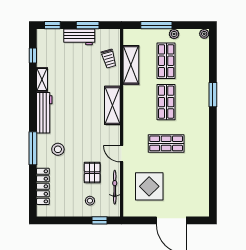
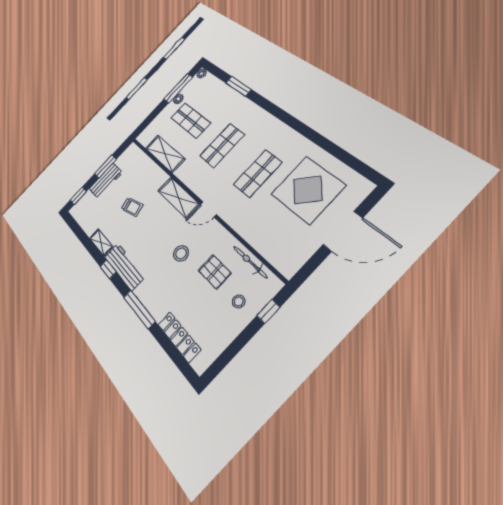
window: (156, 25) -> (178, 88), moved
window: (33, 55) -> (108, 269), moved
trolley: (109, 59) -> (132, 207), moved
window: (213, 95) -> (238, 86), moved
shop shelf: (166, 102) -> (222, 145), turned 90
stool: (58, 149) -> (181, 253), moved
door: (122, 154) -> (208, 209), moved
display table: (149, 186) -> (308, 190), moved, width x1.36, depth x1.36

